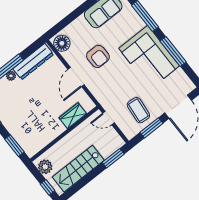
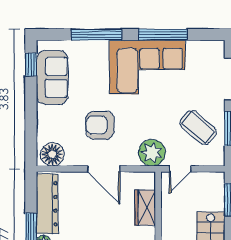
armchair: (98, 56) -> (100, 125), turned 180
plant: (105, 96) -> (152, 153), added
coffee table: (138, 110) -> (198, 127), turned 35

